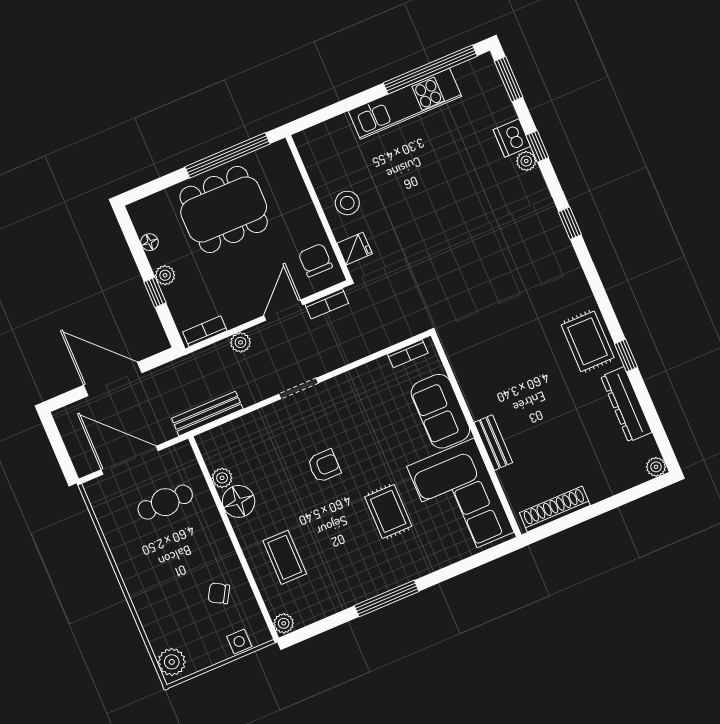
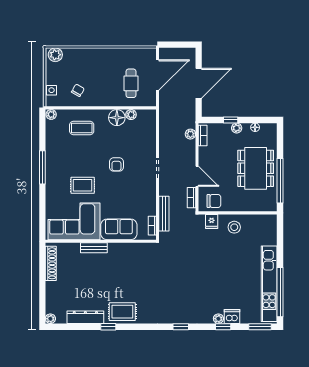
kitchen unit: (405, 104) -> (269, 284), width x1.36
plant: (241, 342) -> (190, 134), moved
bench: (207, 414) -> (164, 214), moved

